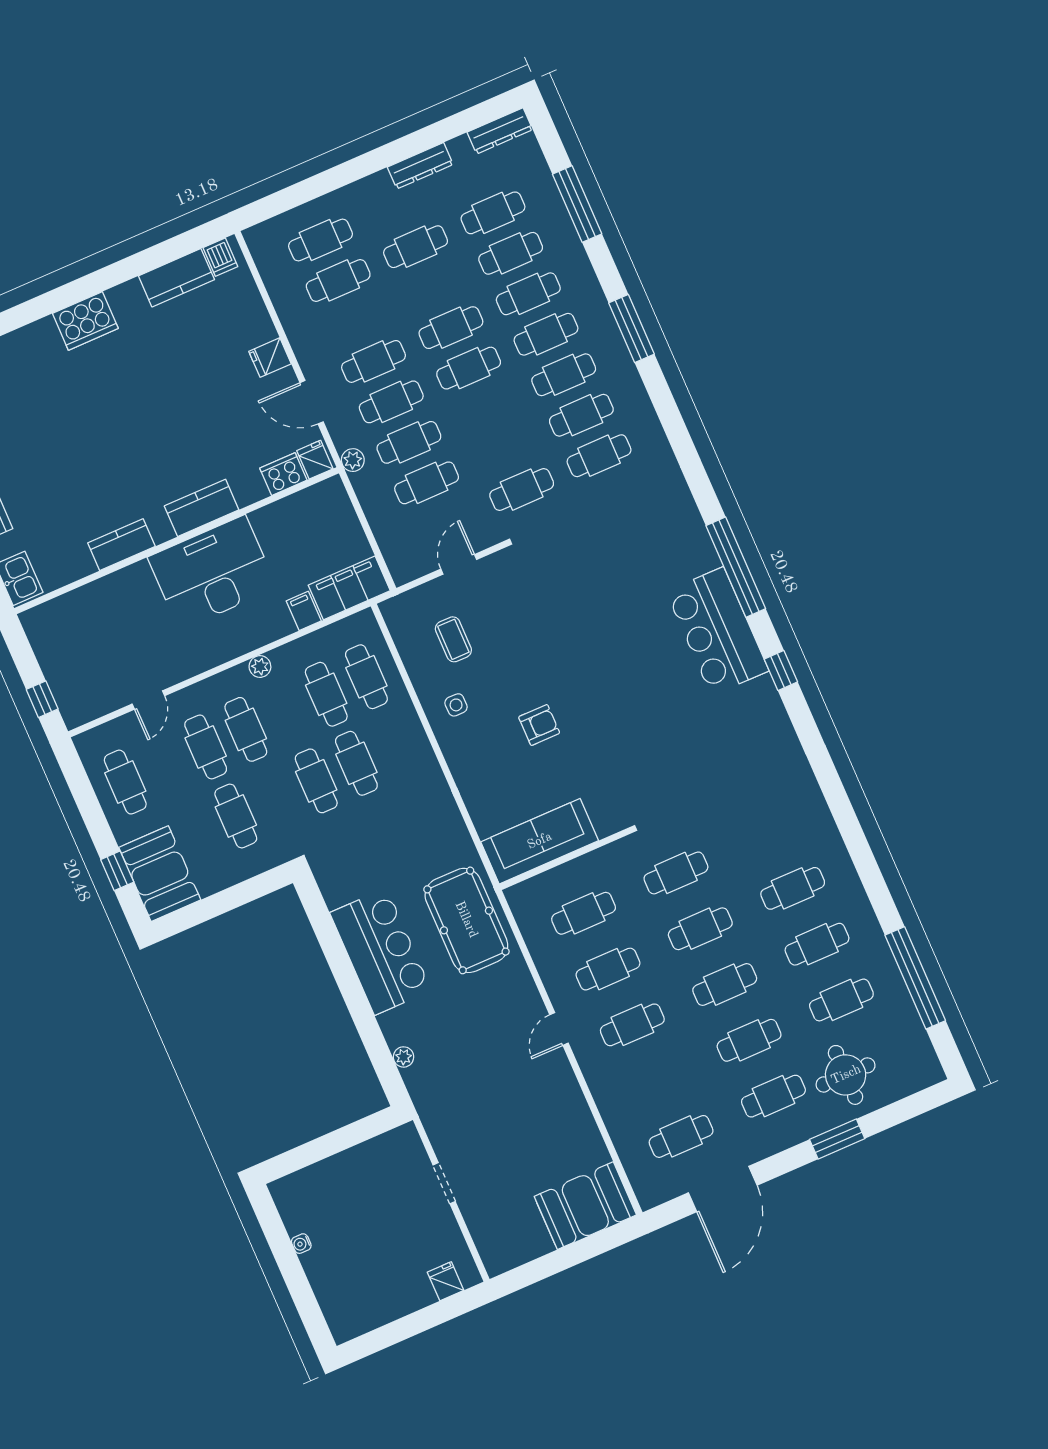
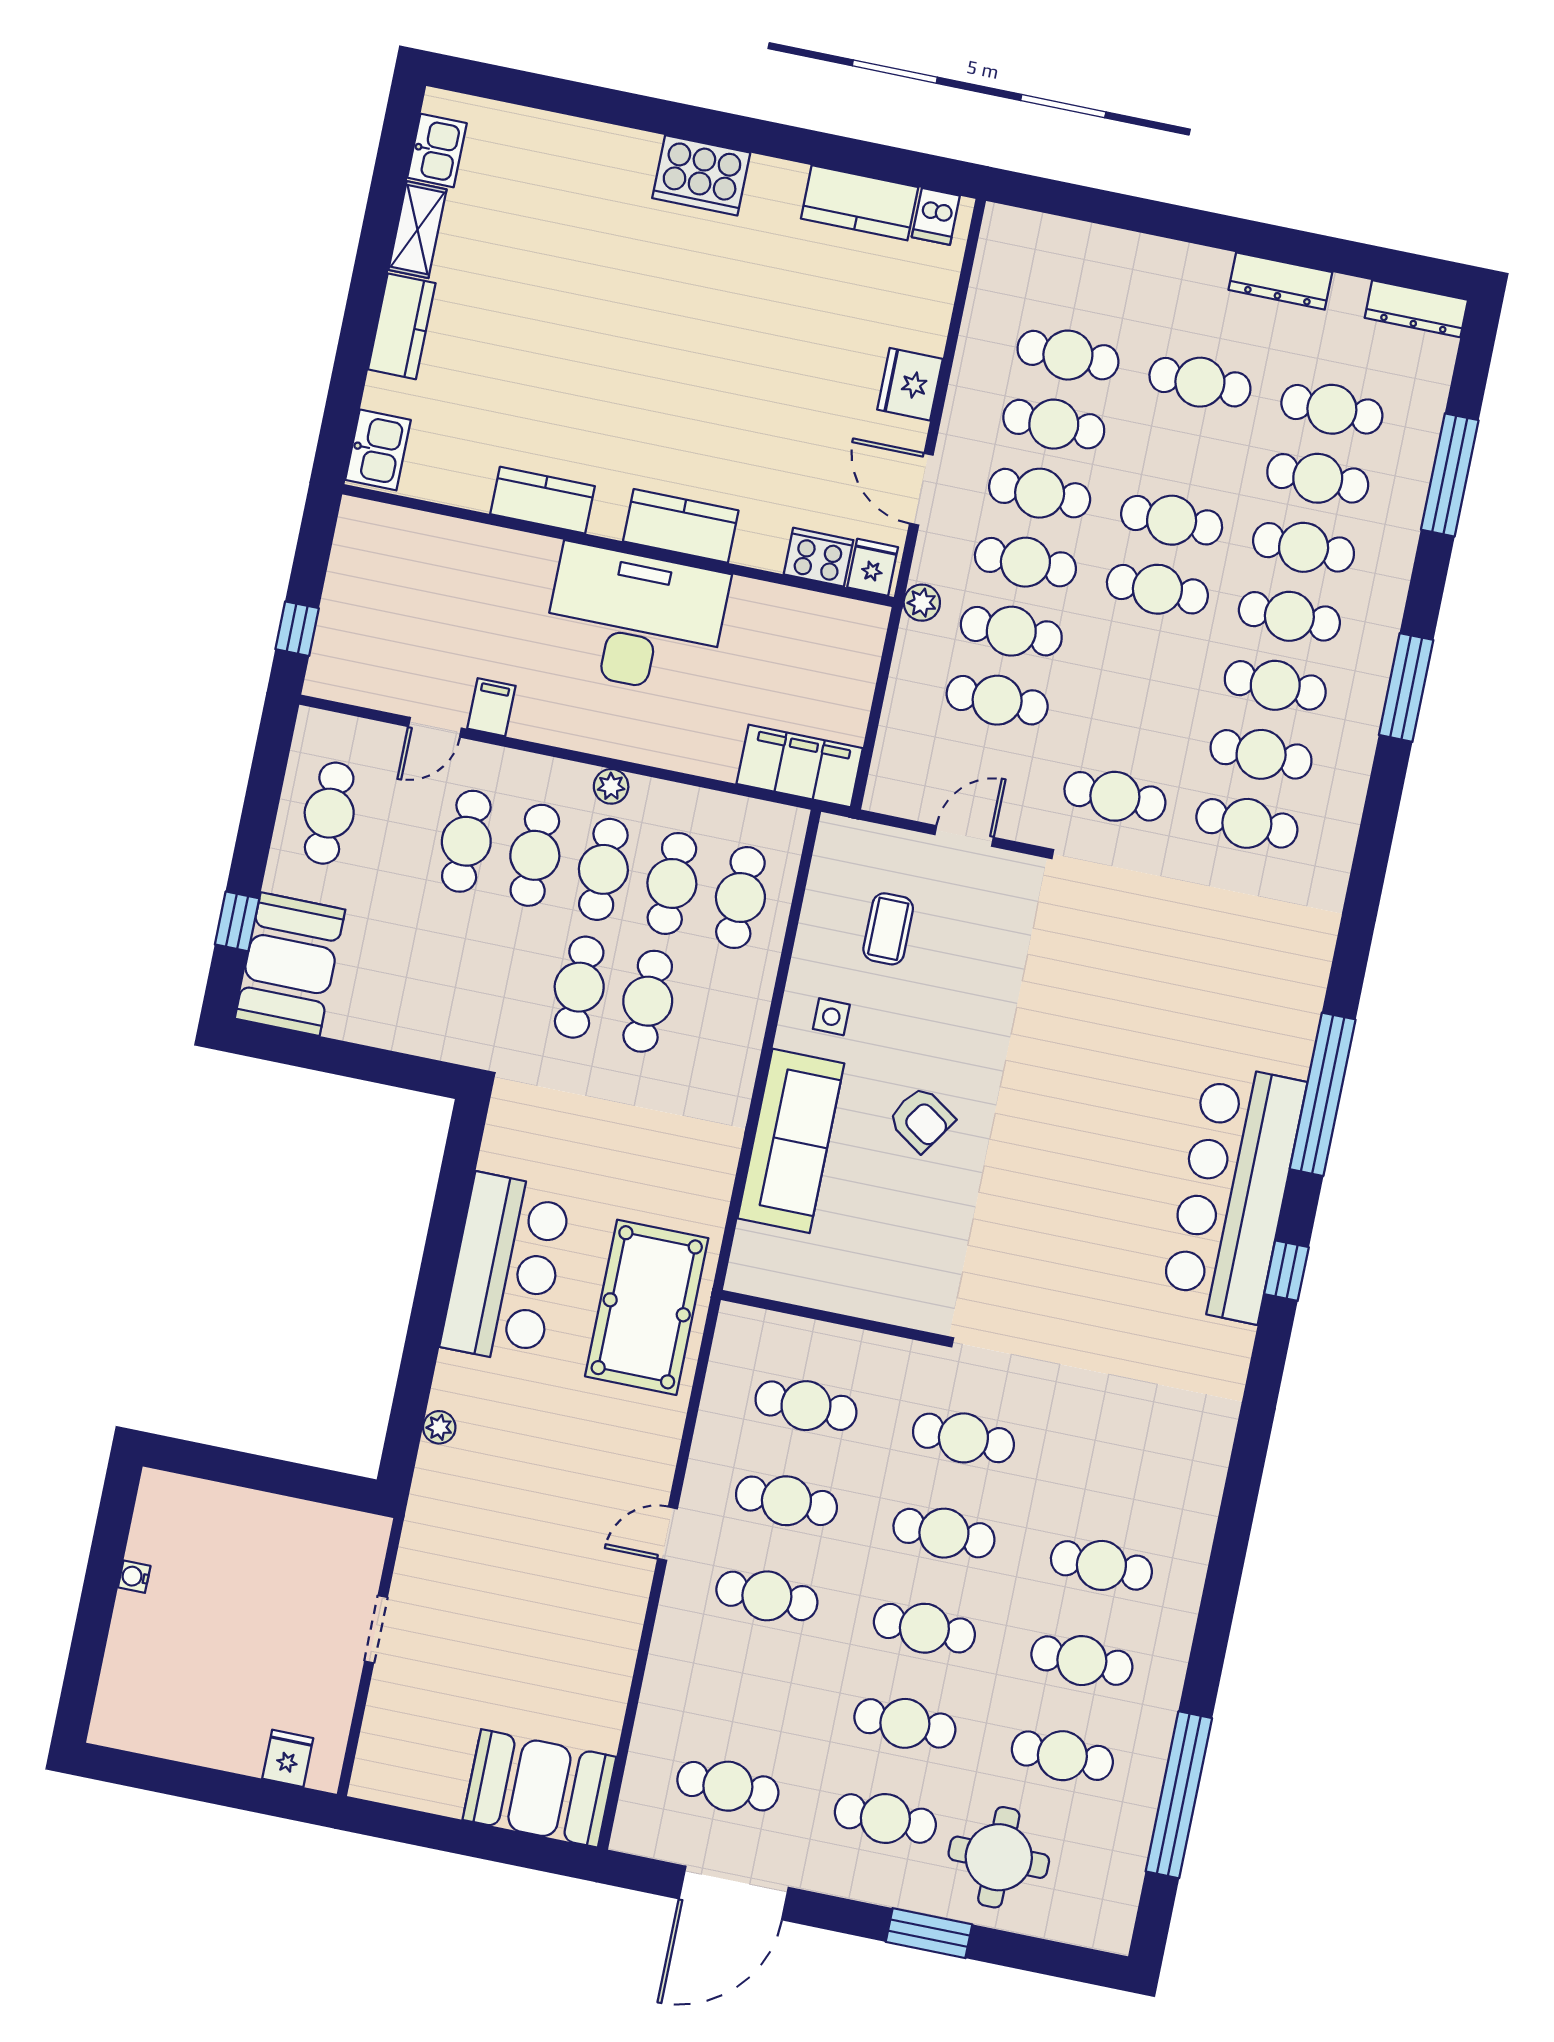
cafe table: (320, 240) -> (1054, 424), moved
fridge: (270, 358) -> (910, 384), width x1.38
filing cabinet: (304, 611) -> (491, 707), moved
bar counter: (717, 631) -> (1233, 1193), width x1.36
armchair: (539, 725) -> (921, 1119), turned 34
cafe table: (236, 816) -> (603, 869), moved
sofa: (540, 841) -> (791, 1141), moved, turned 90

